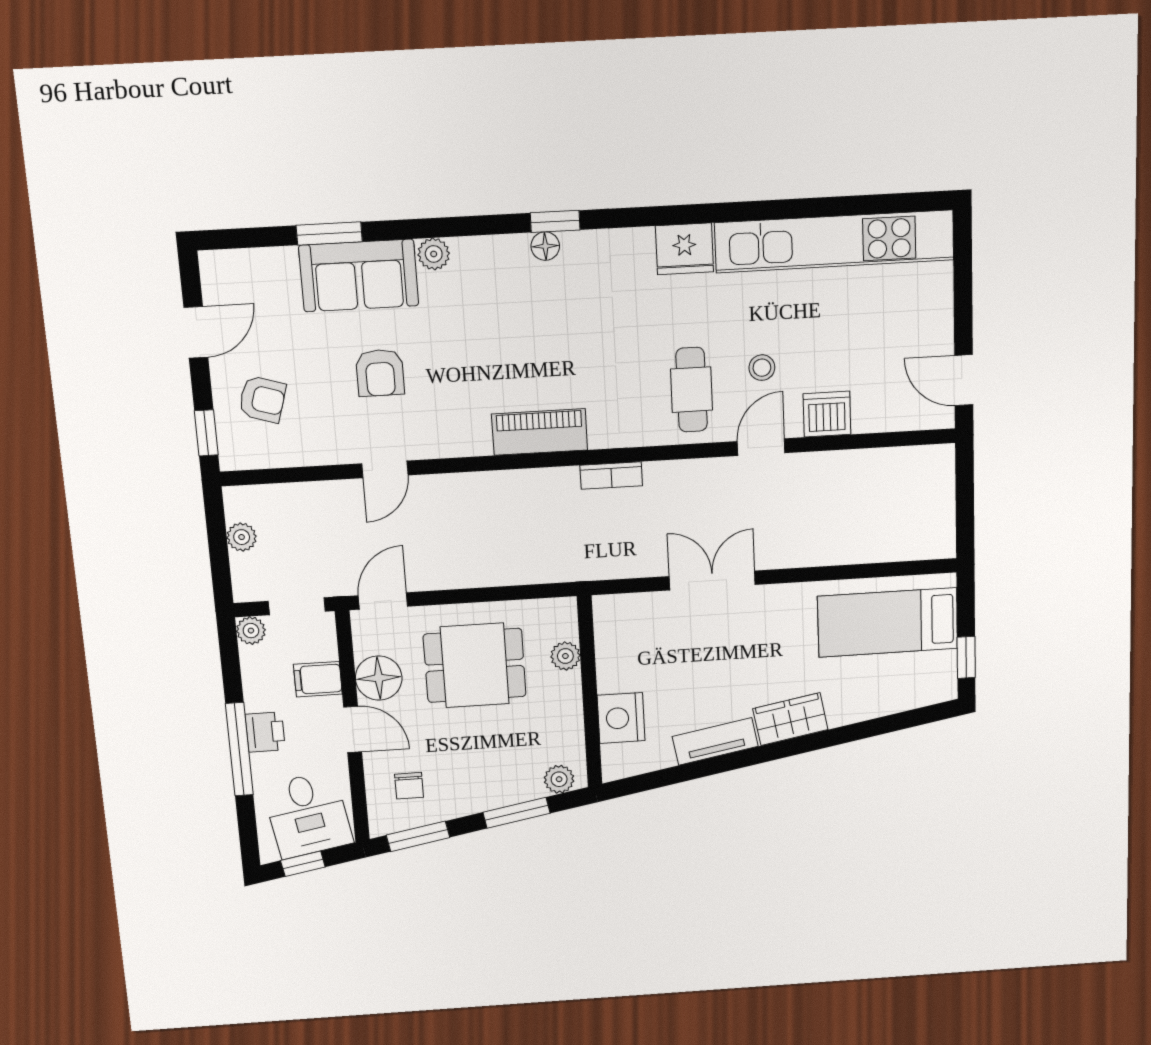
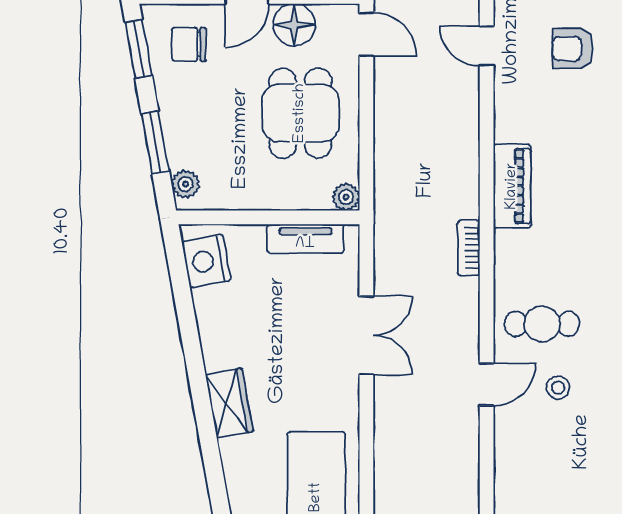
dishwasher: (827, 414) -> (513, 445), removed
door: (761, 447) -> (487, 384), hinge flipped
plant: (565, 656) -> (346, 197), moved
nightstand: (621, 718) -> (206, 261), moved, turned -100
tv unit: (715, 741) -> (305, 239), moved, turned 100
chair: (409, 786) -> (189, 44), width x1.37, depth x1.37

